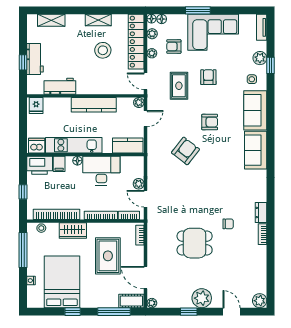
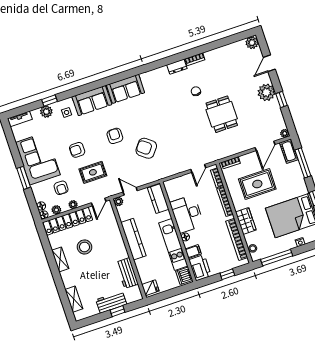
plant: (139, 184) -> (187, 179), removed

